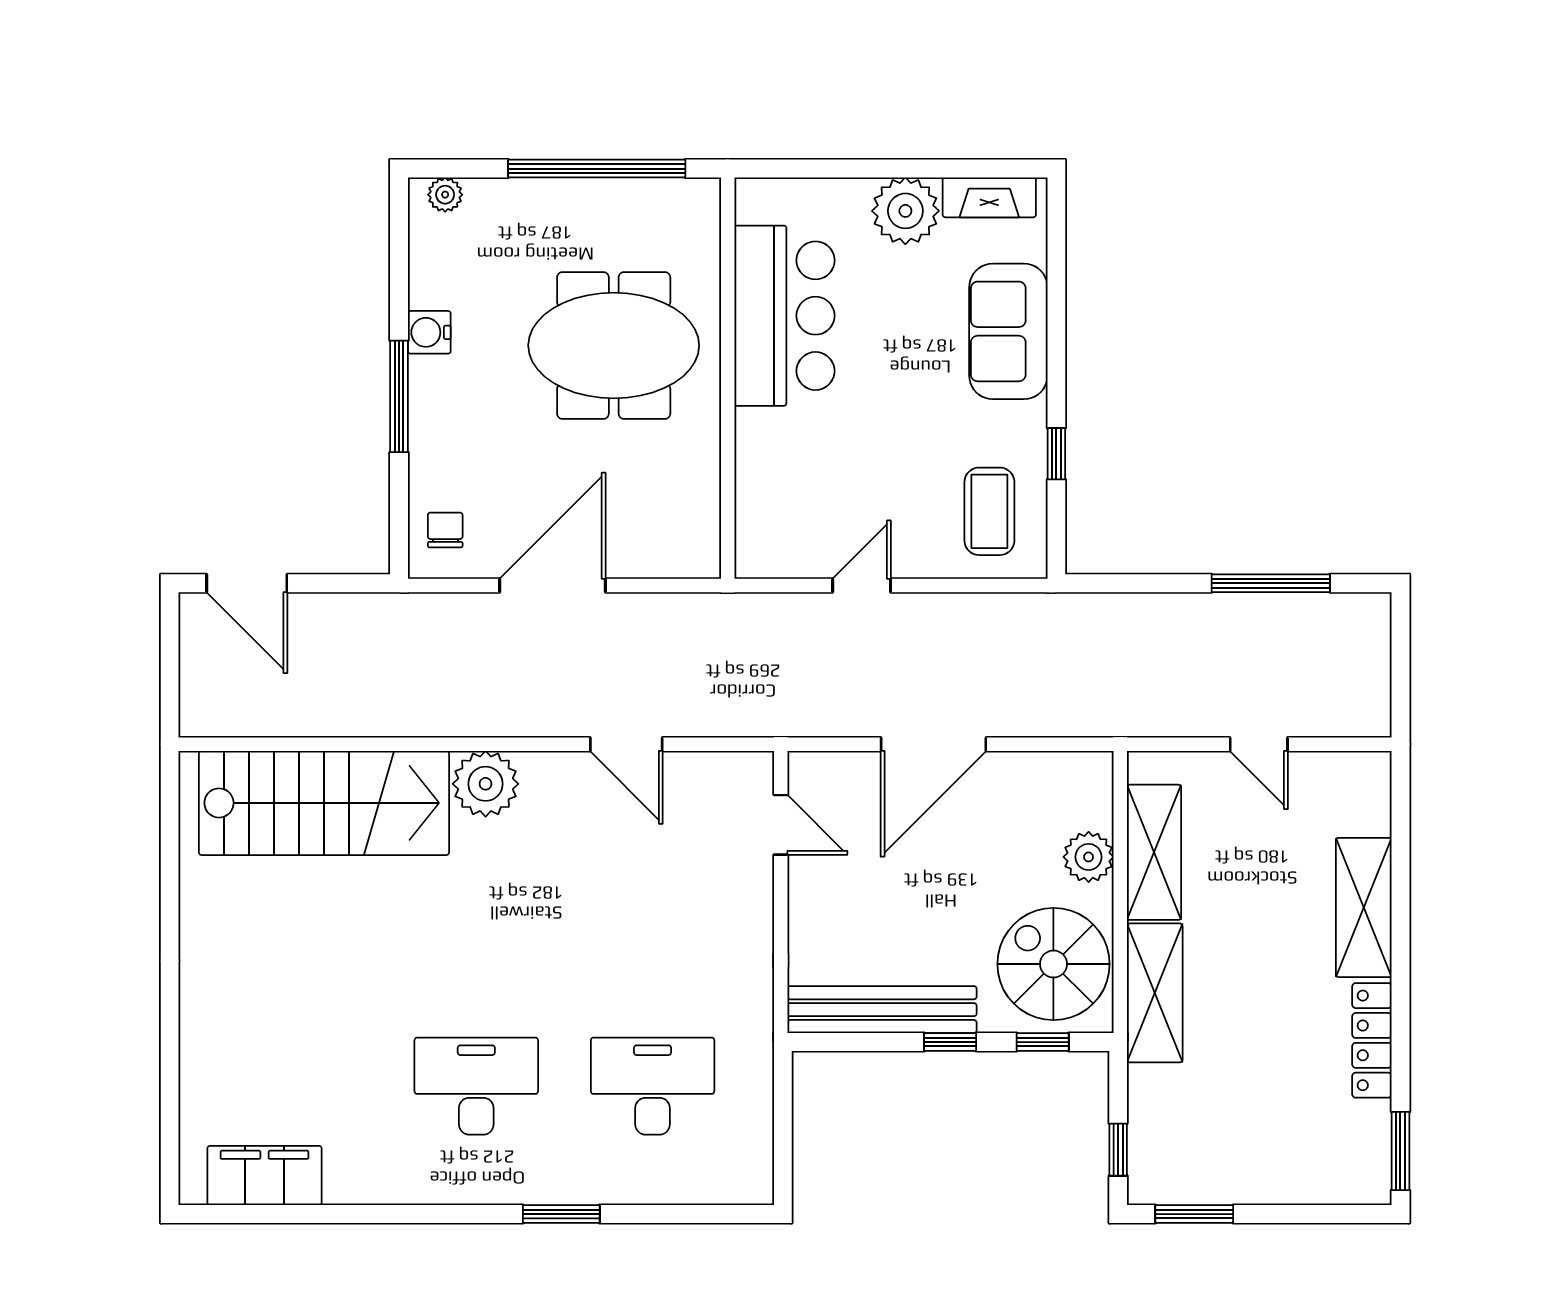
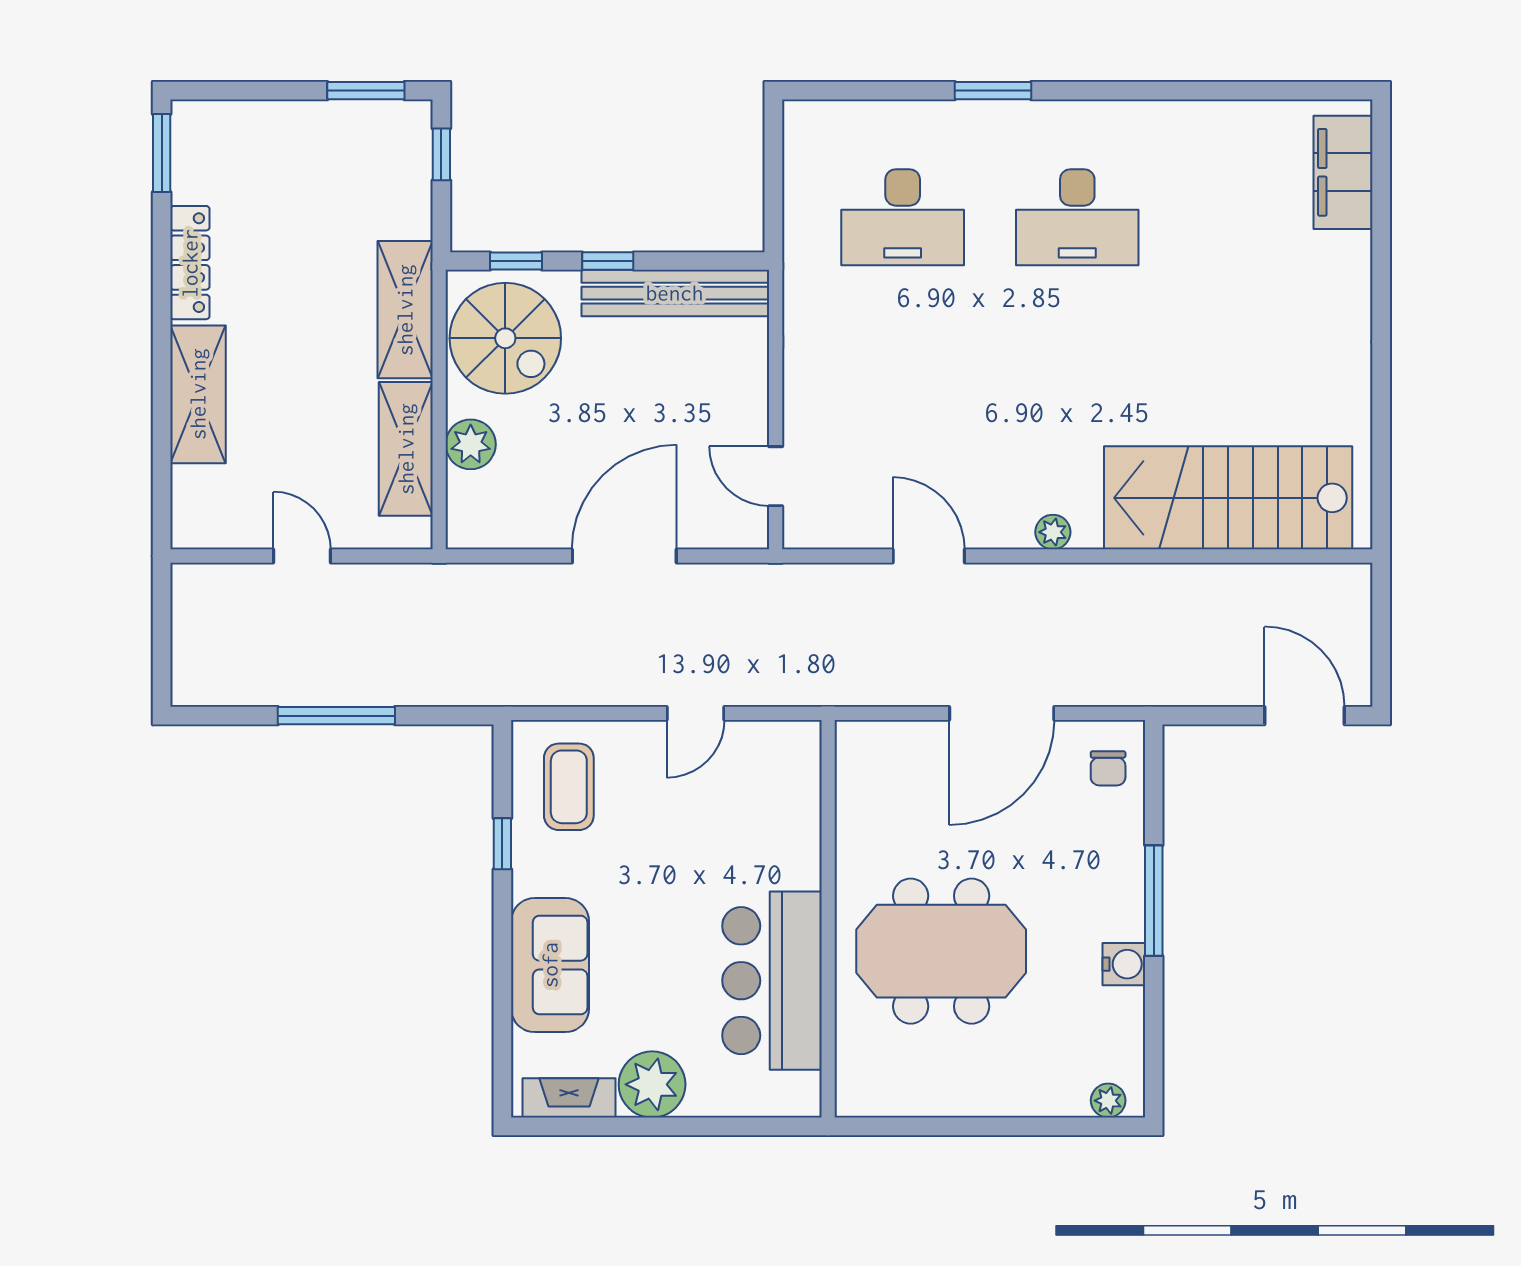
window: (597, 169) -> (958, 1126), removed
window: (1271, 583) -> (336, 716), moved
plant: (486, 784) -> (1053, 532), width x0.53, depth x0.53
filing cabinet: (265, 1176) -> (1343, 172), moved, turned 90

